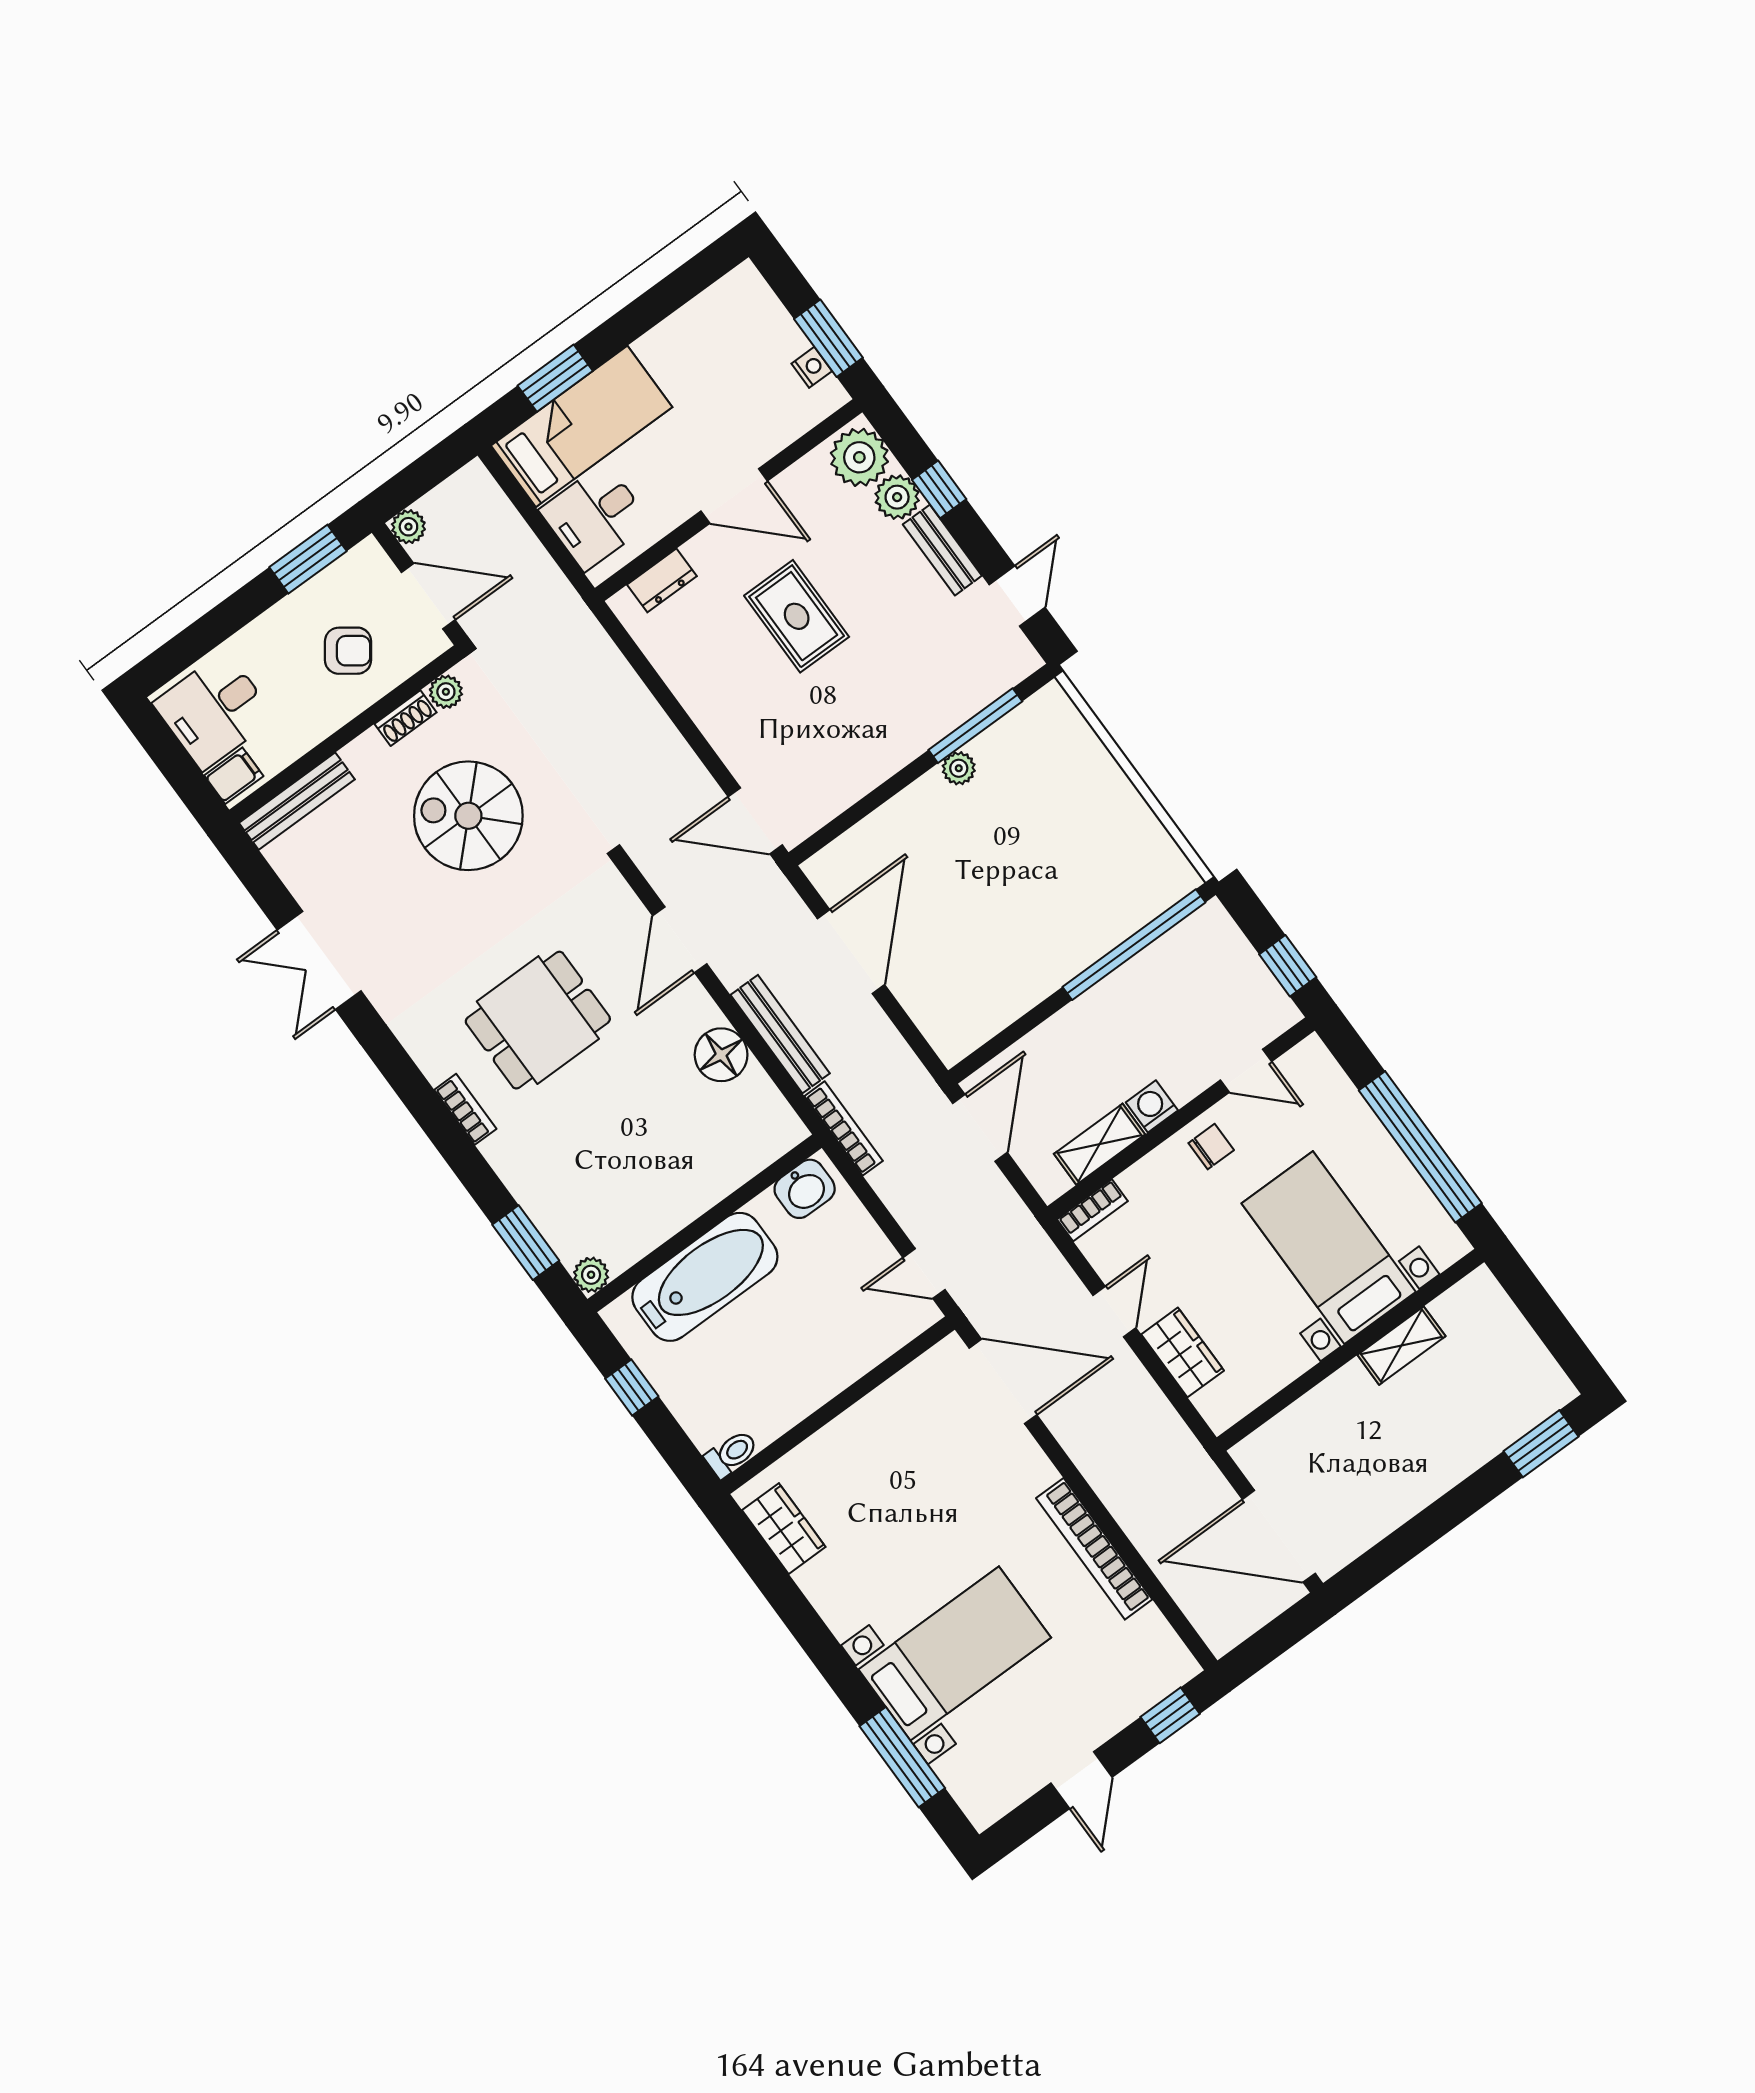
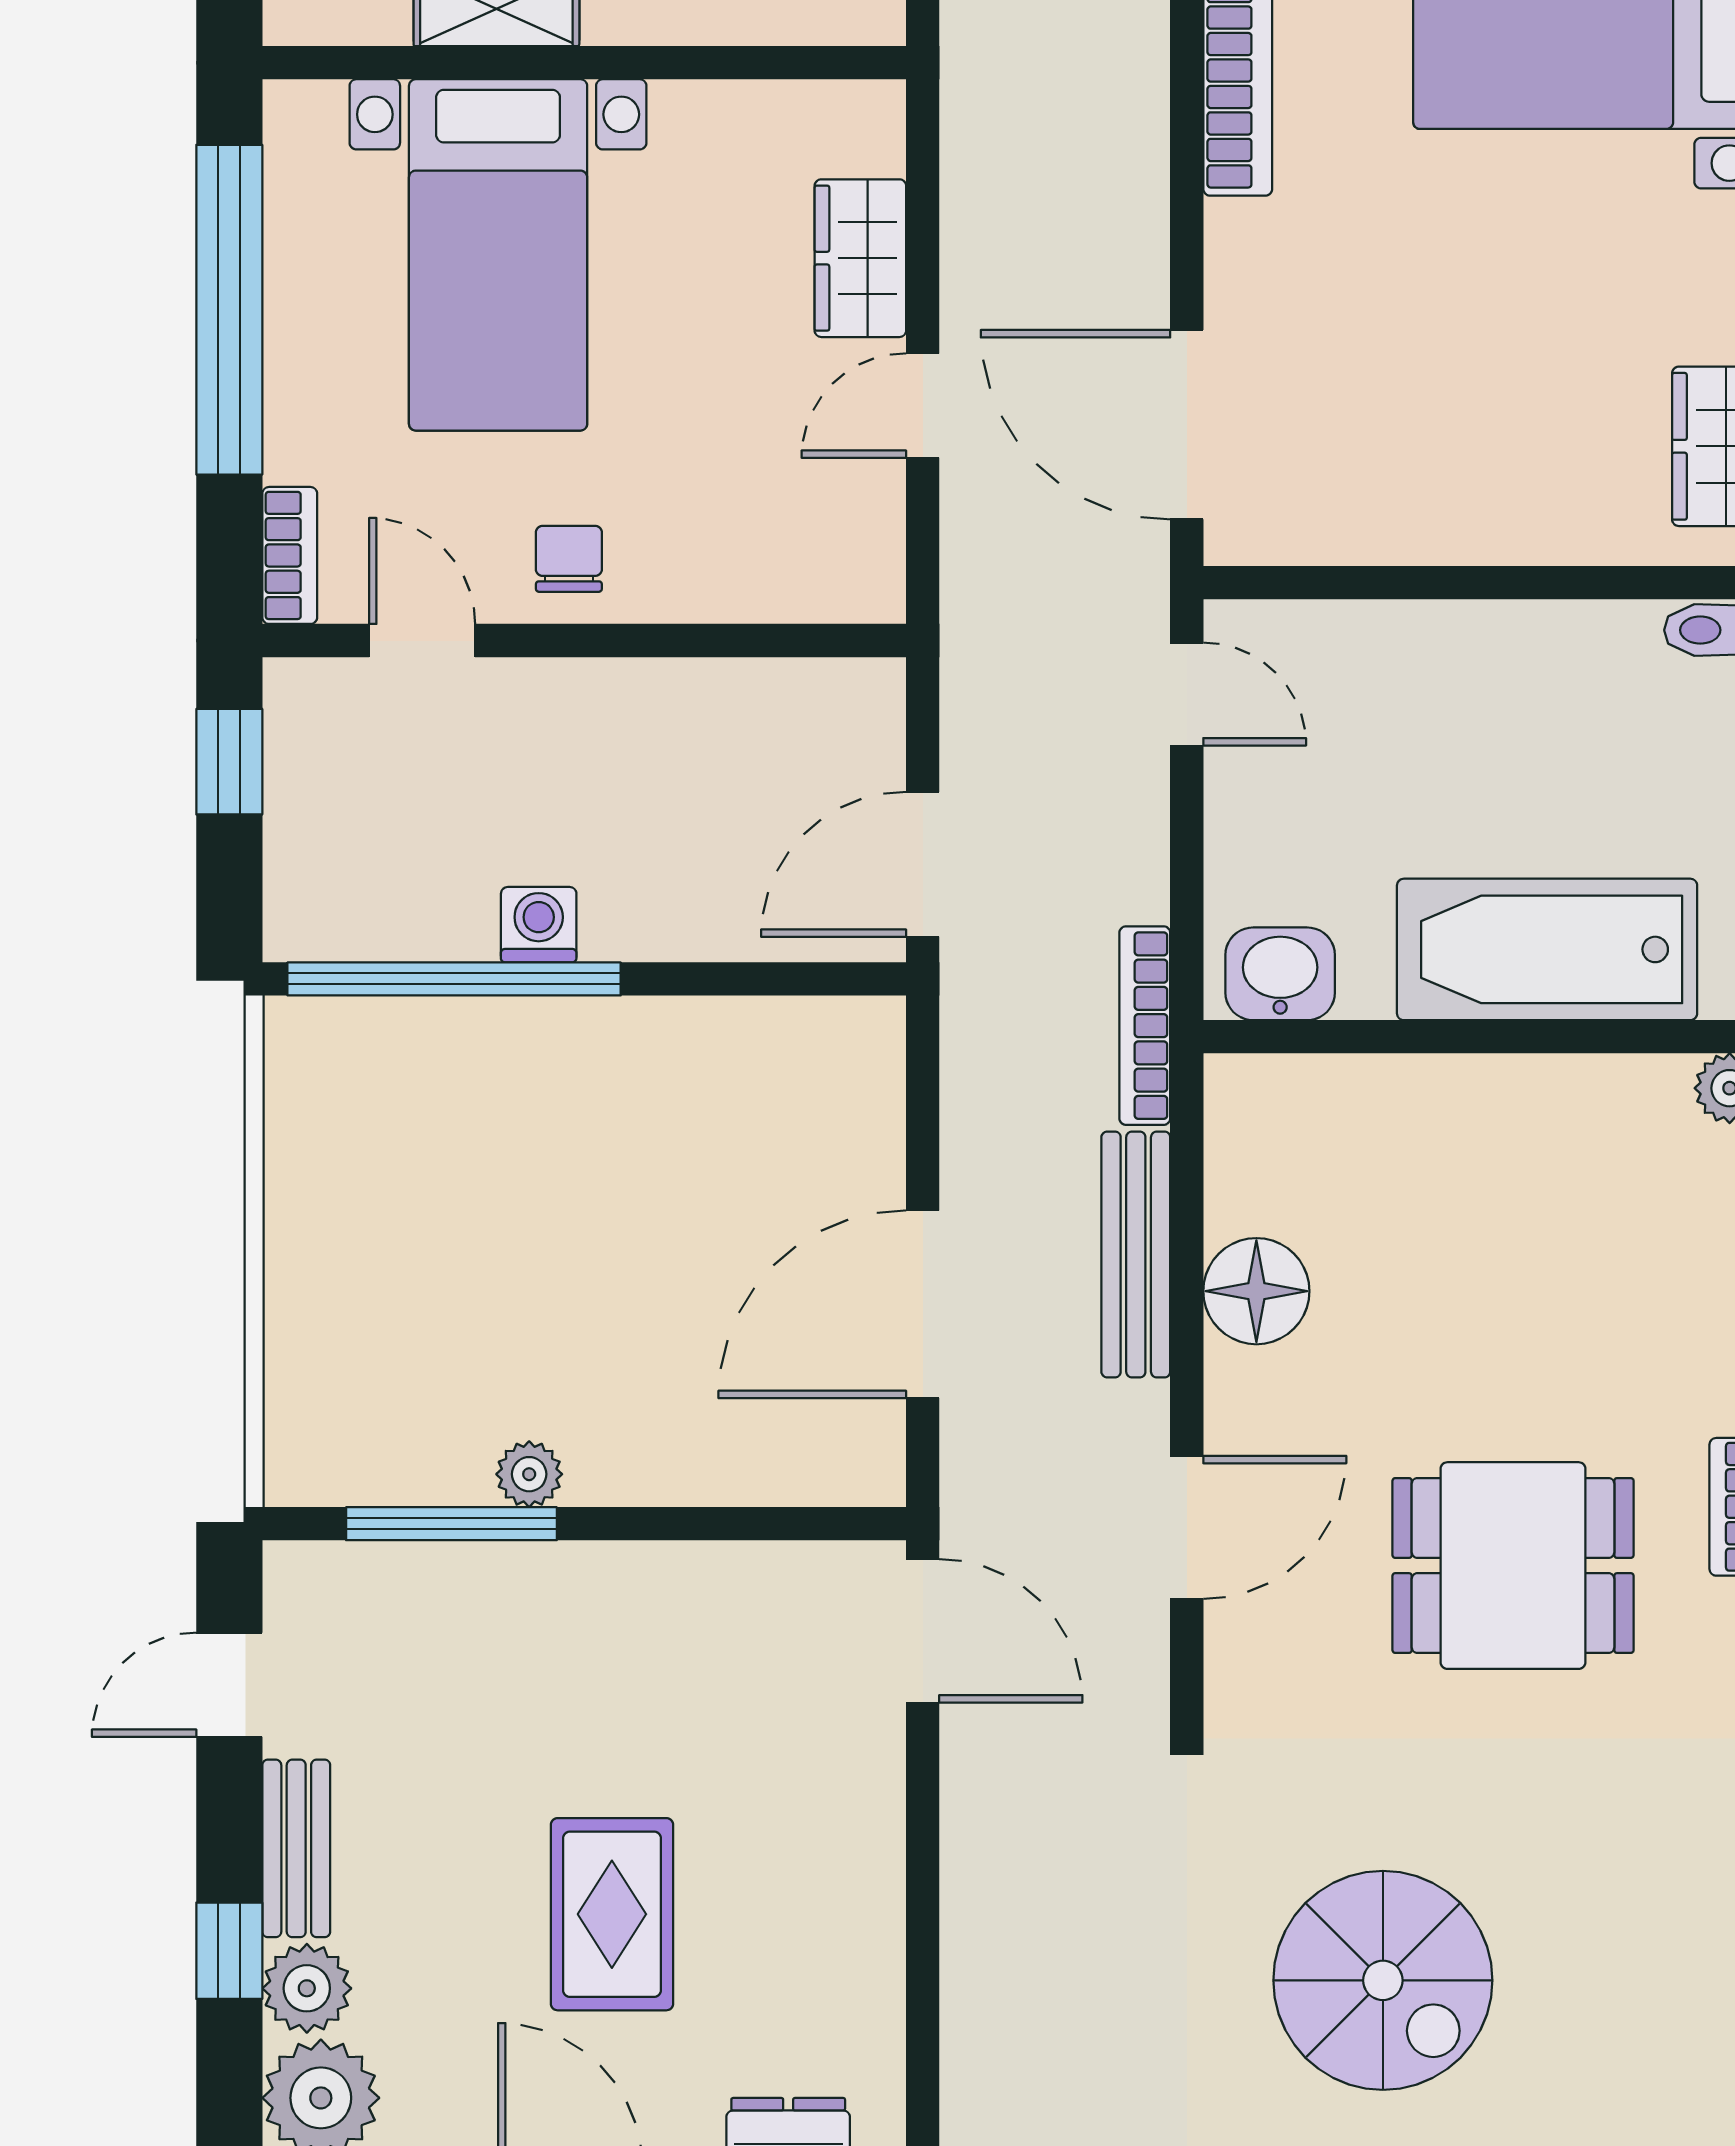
washing machine: (1152, 1106) -> (539, 925), moved, turned 180
shelving: (1100, 1144) -> (748, 696), removed
chair: (1211, 1147) -> (569, 559), turned 90
bookcase: (1092, 1210) -> (290, 555), moved, turned 90

